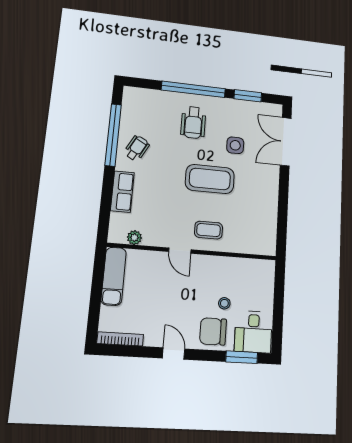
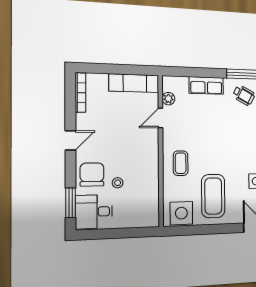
coffee table: (210, 179) -> (213, 196), moved
side table: (263, 234) -> (181, 213), added
door: (180, 251) -> (160, 118), moved

